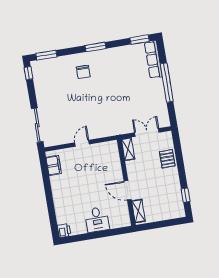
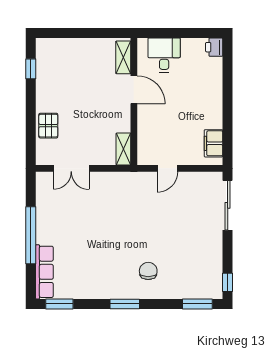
shelving: (128, 149) -> (123, 149), moved
wall: (126, 182) -> (134, 101), moved
door: (128, 190) -> (134, 90), moved
shelving: (138, 211) -> (123, 57), moved

